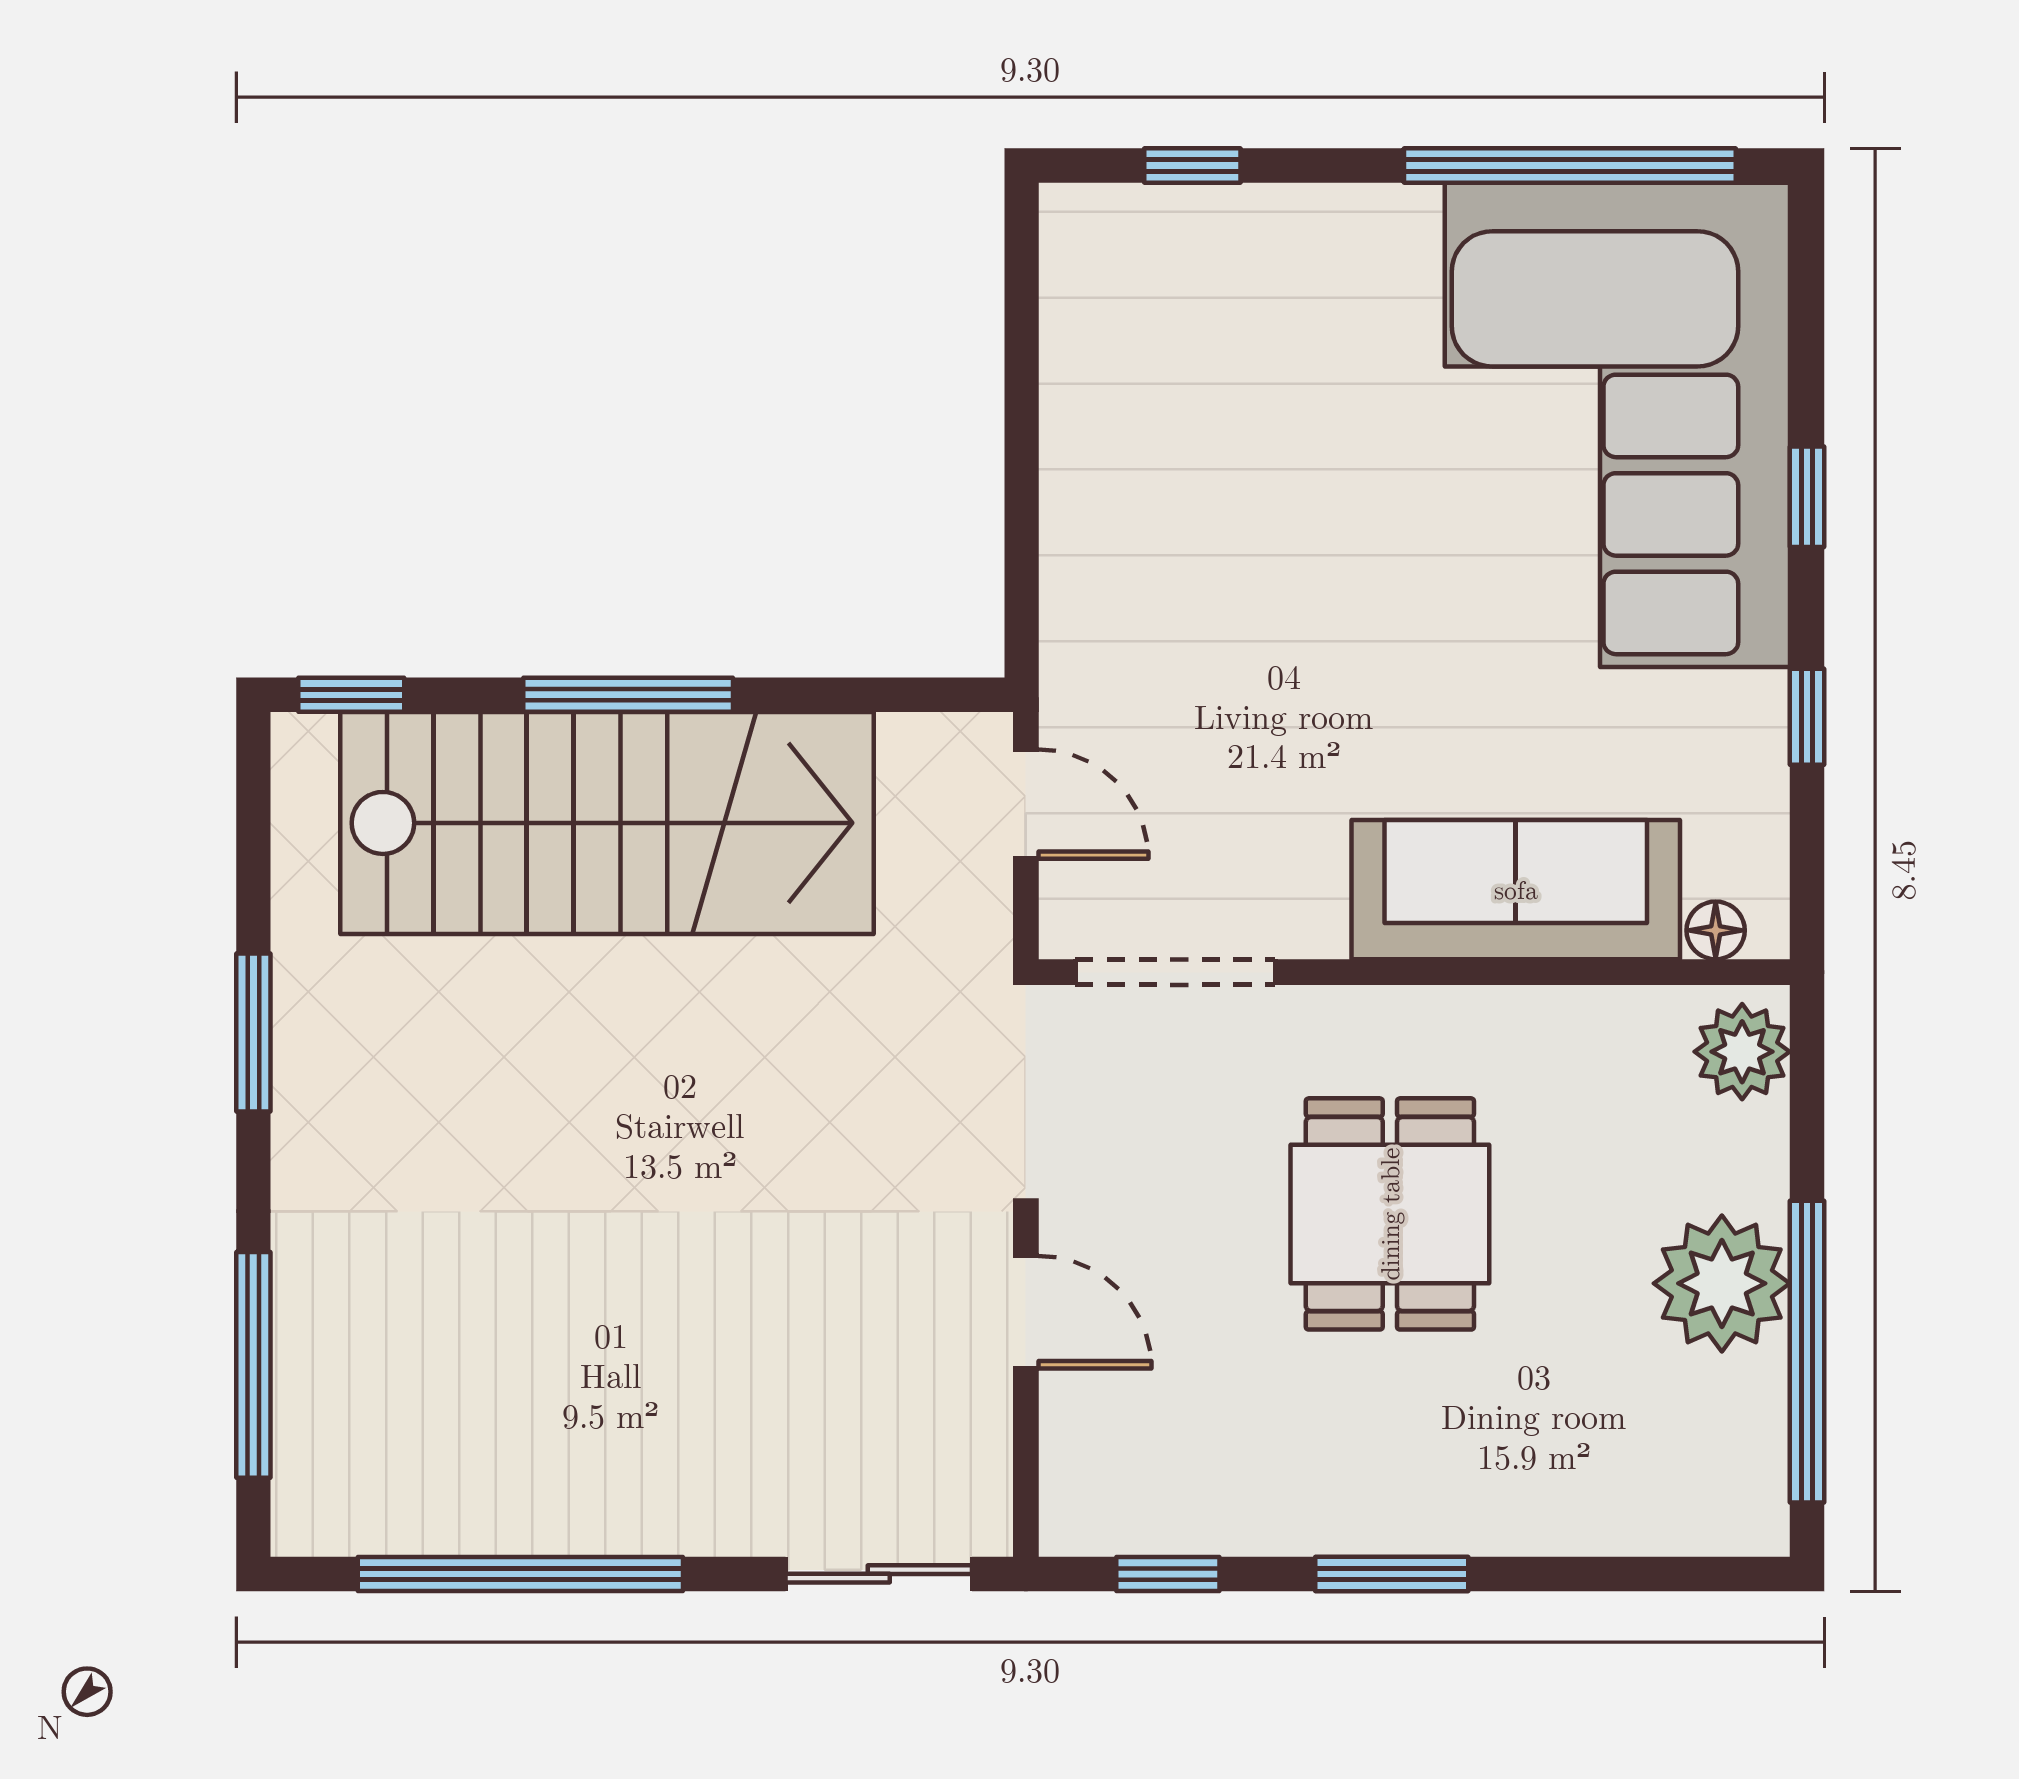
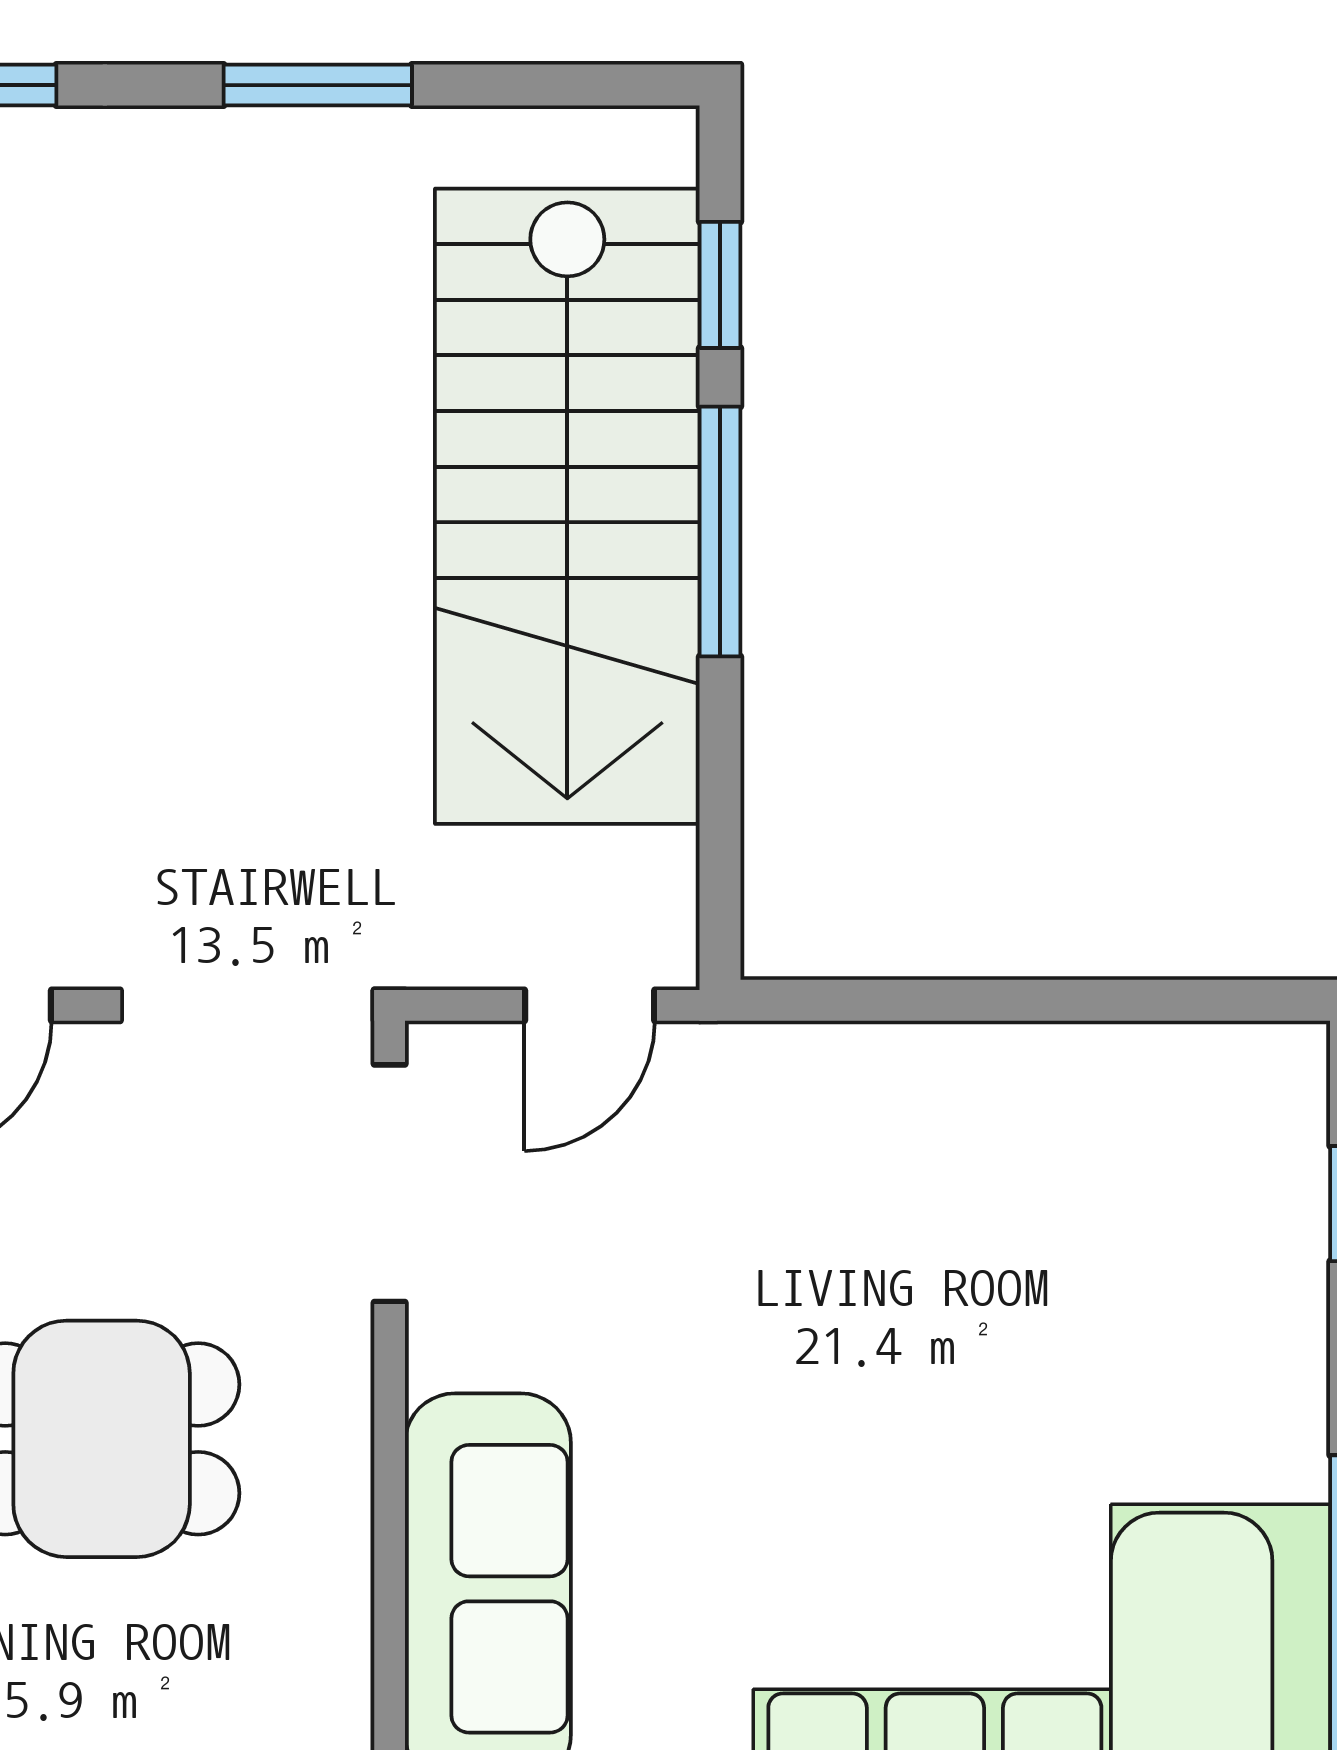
window: (351, 695) -> (720, 285), moved

